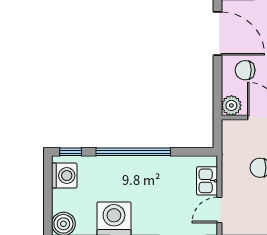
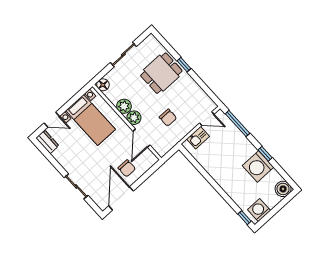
plant: (231, 105) -> (150, 159), removed
window: (133, 152) -> (217, 187), removed

